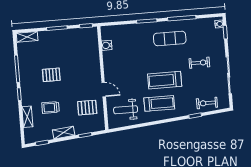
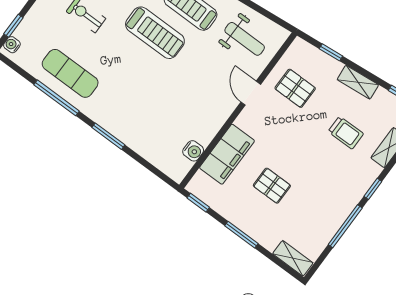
exercise mat: (170, 38) -> (70, 73), moved
filing cabinet: (92, 56) -> (227, 154), added
pallet: (51, 75) -> (272, 186), moved

